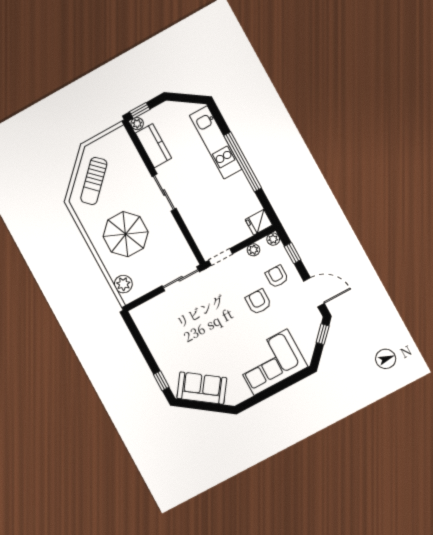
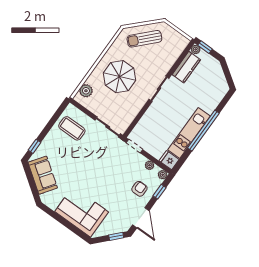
kitchen unit: (216, 142) -> (189, 133), moved
armchair: (258, 302) -> (117, 185), removed
coffee table: (161, 324) -> (72, 128), added

